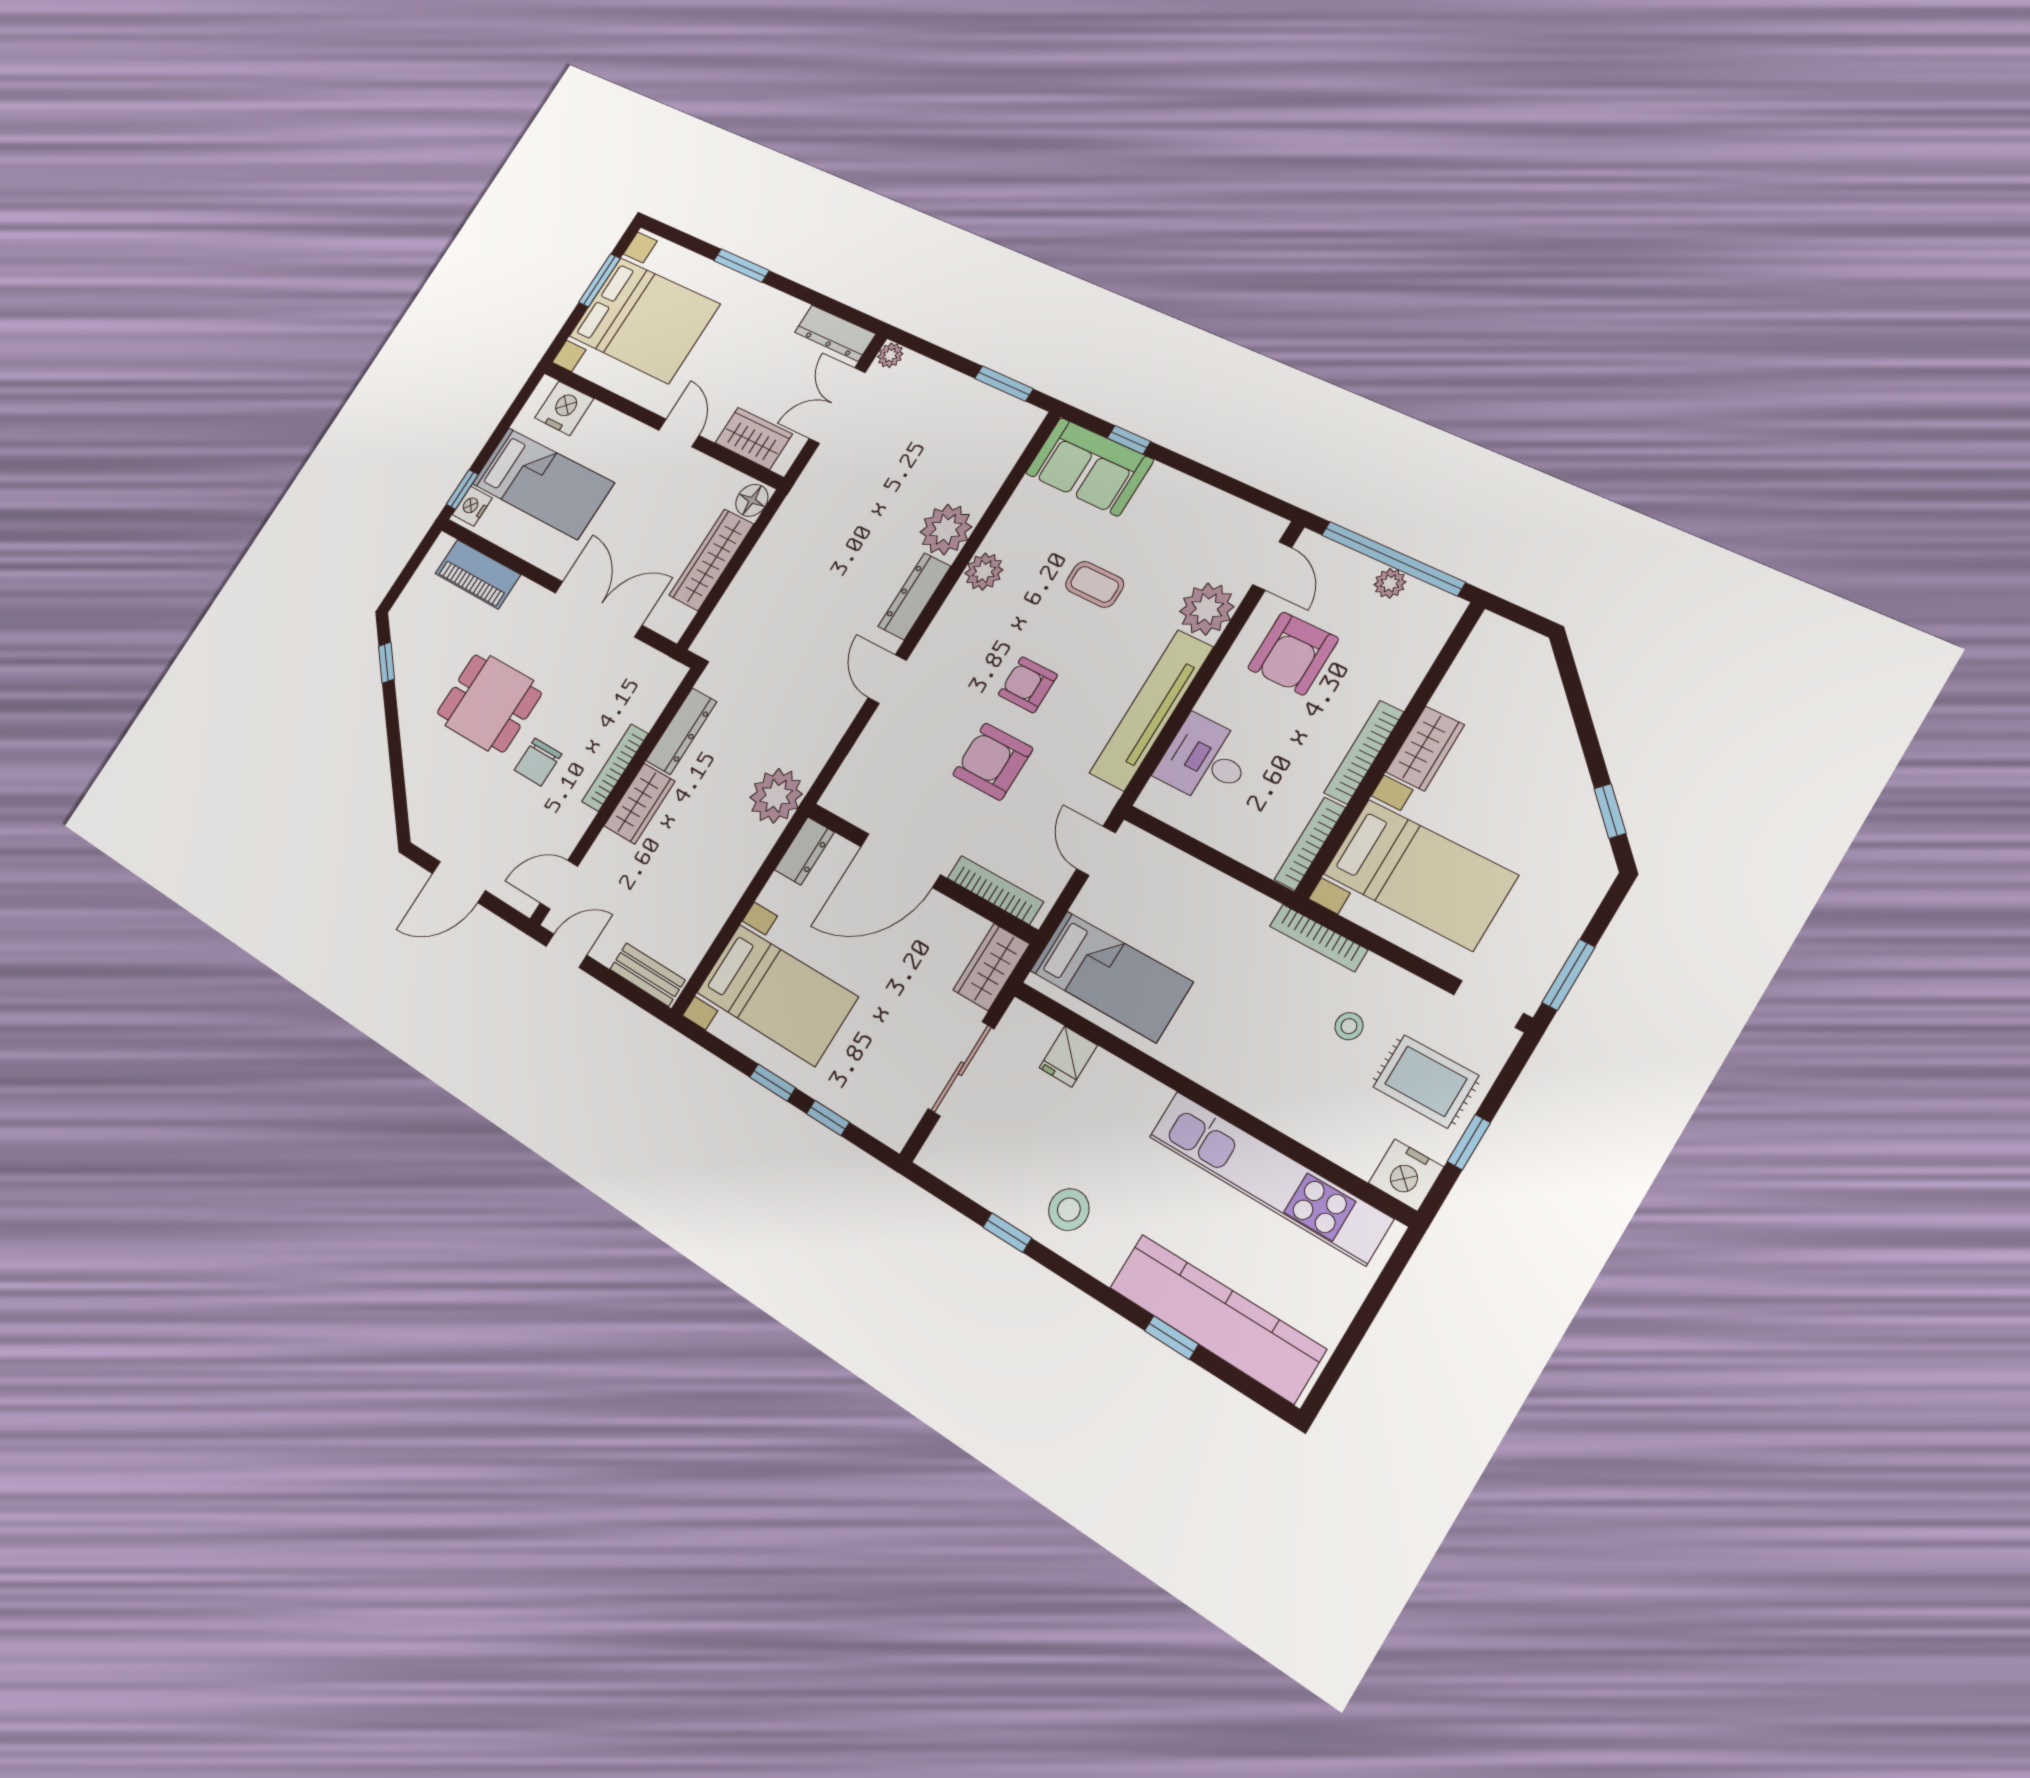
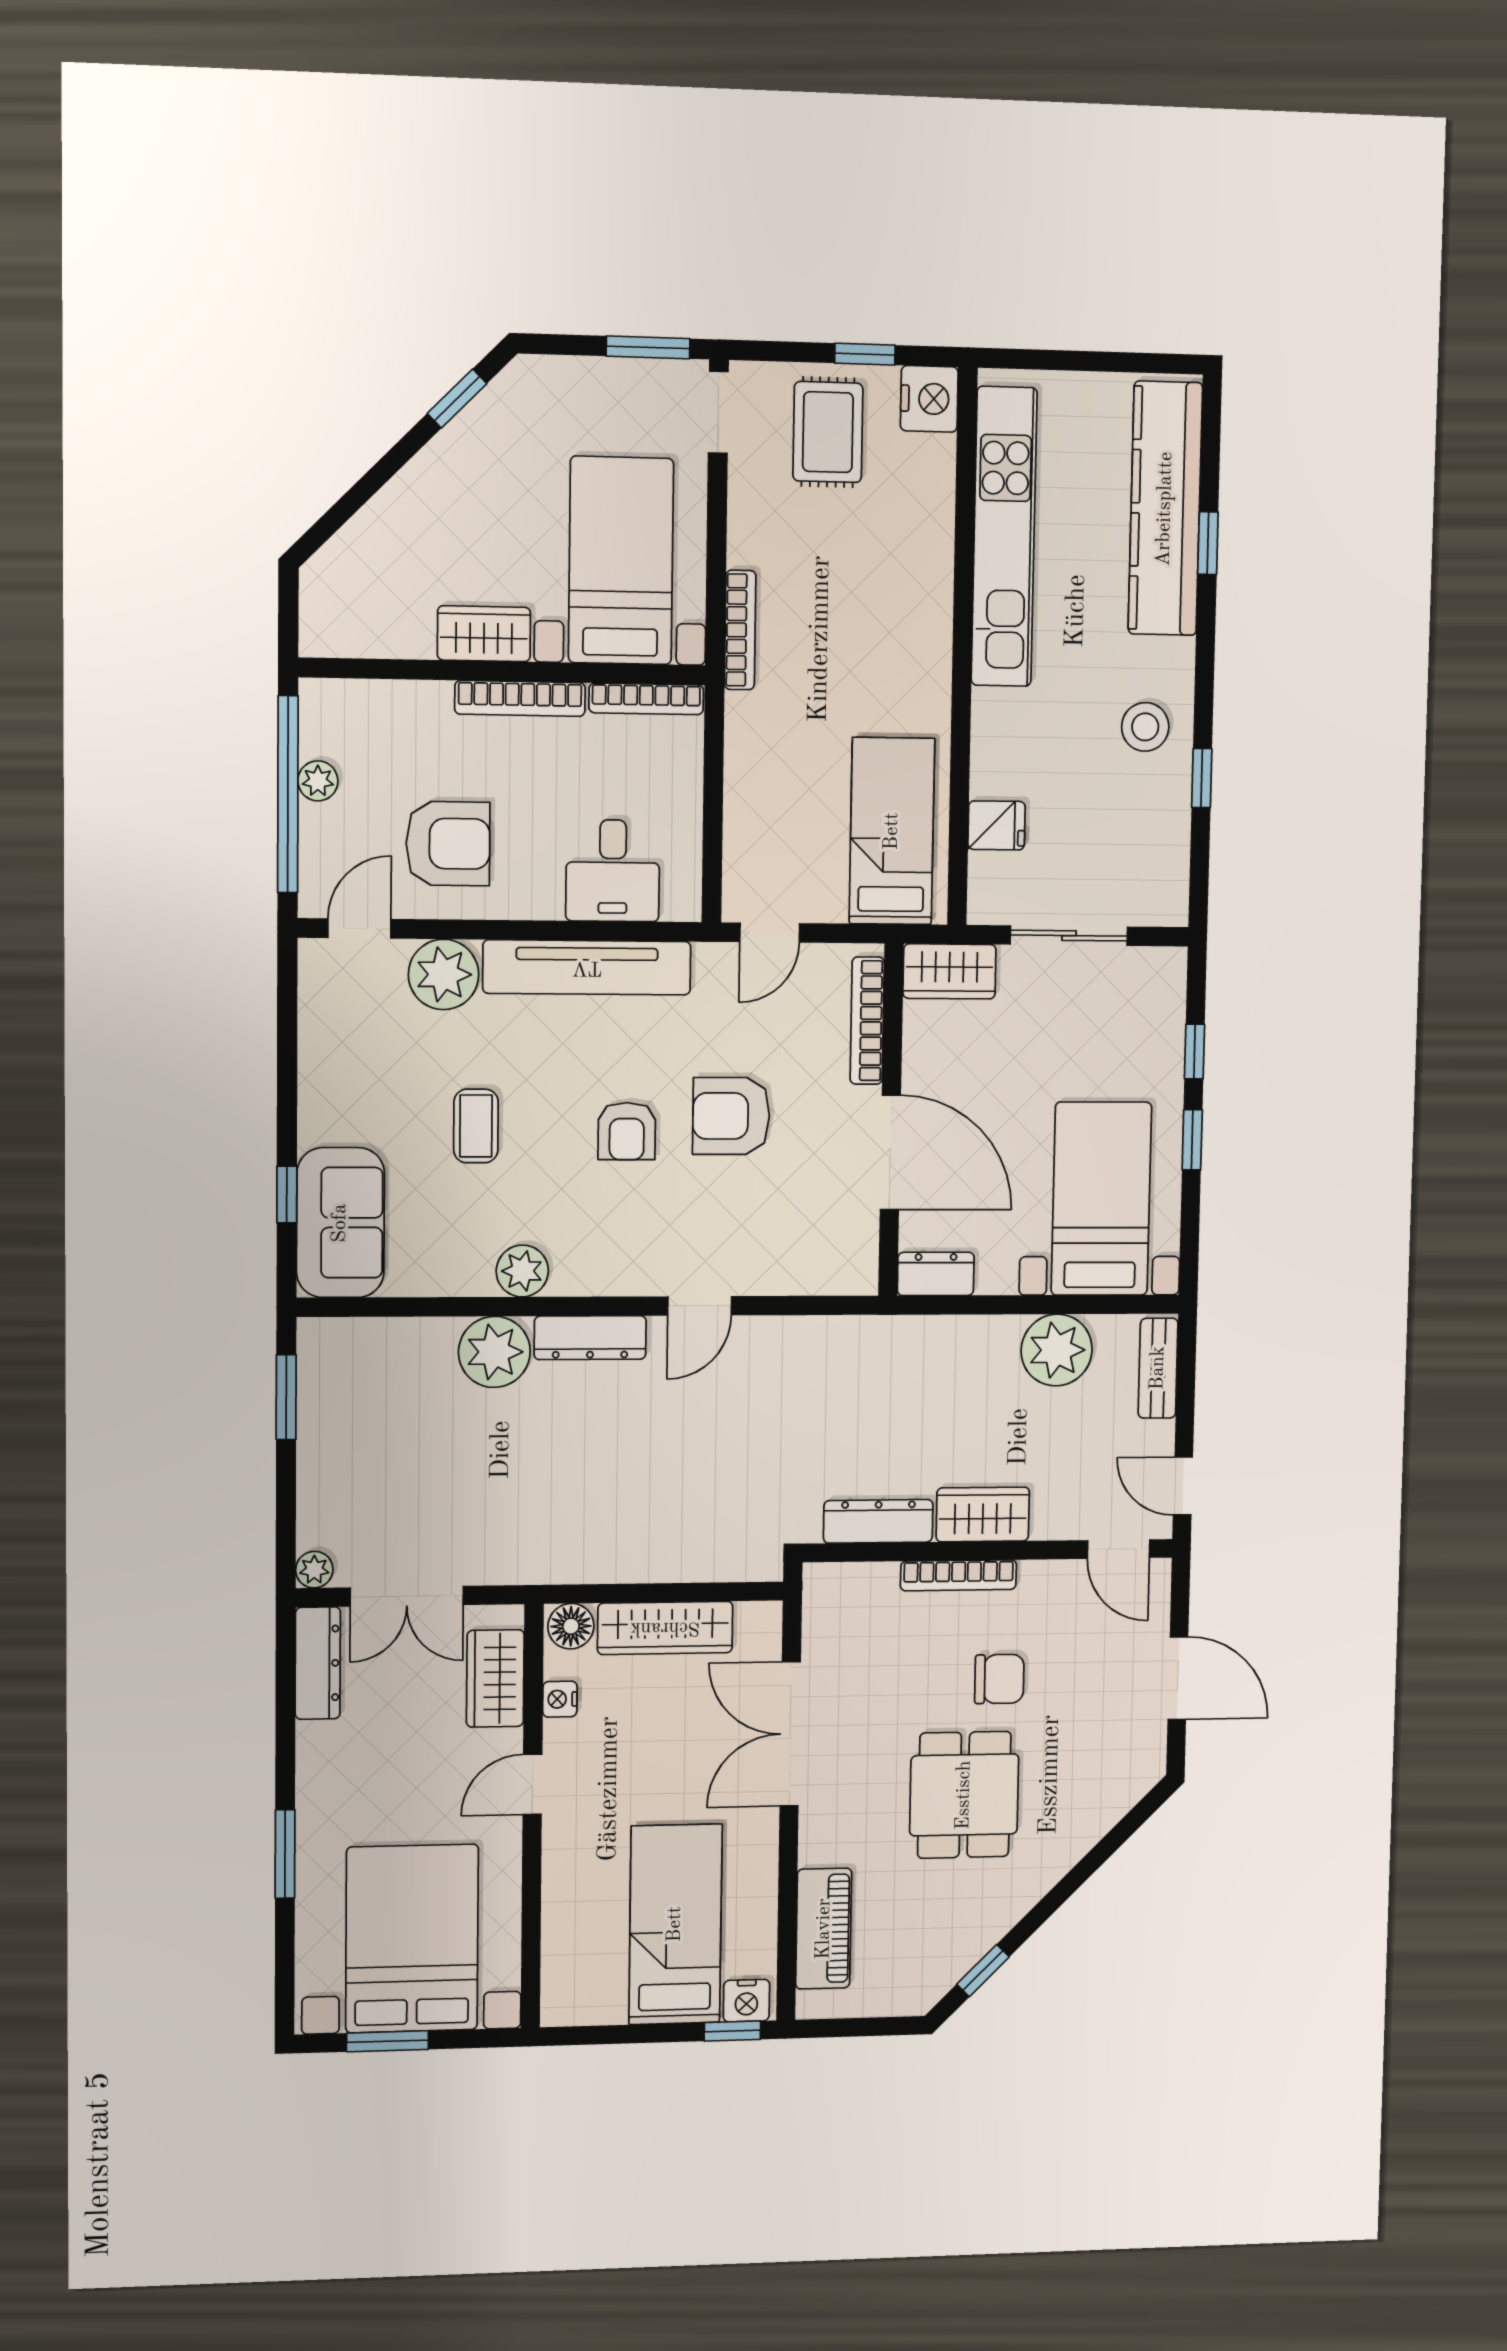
nightstand: (564, 408) -> (560, 1699), moved, width x0.53, depth x0.56
armchair: (993, 762) -> (731, 1116), turned 90
plant: (776, 796) -> (1057, 1350), moved
stool: (1349, 1026) -> (814, 544), removed

